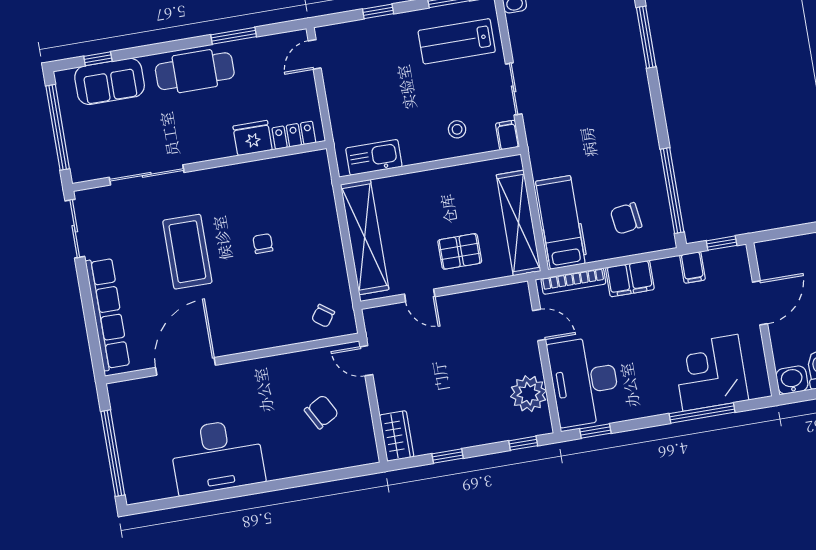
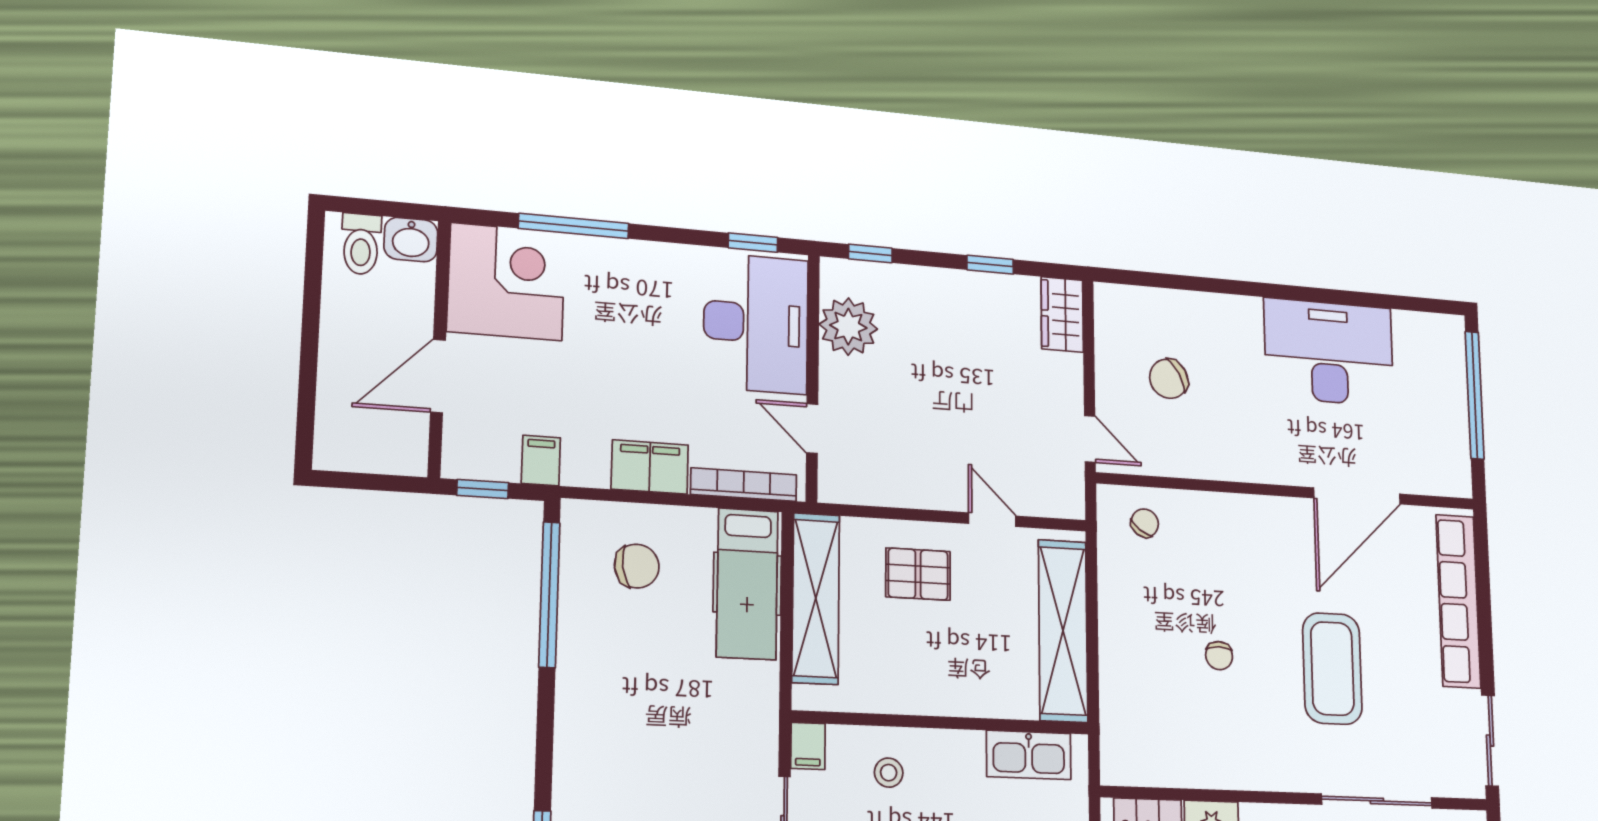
corner desk: (710, 373) -> (506, 282), moved, turned -90

